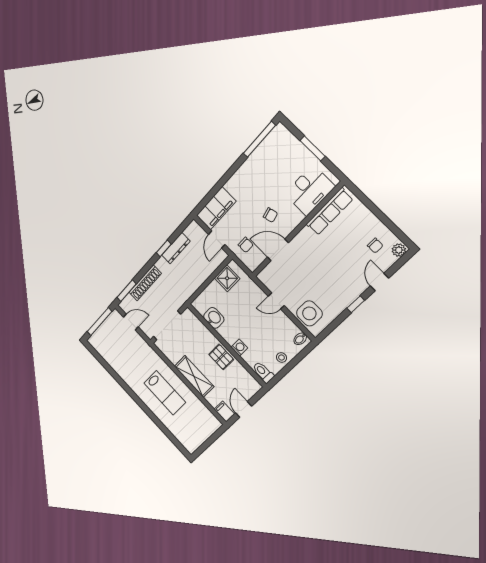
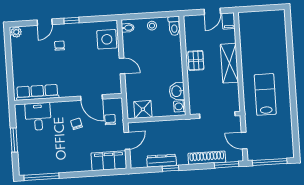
desk: (310, 190) -> (38, 116), width x0.73
chair: (375, 246) -> (59, 46), moved
washing machine: (239, 347) -> (180, 106), moved
lab bench: (165, 393) -> (265, 94), moved

